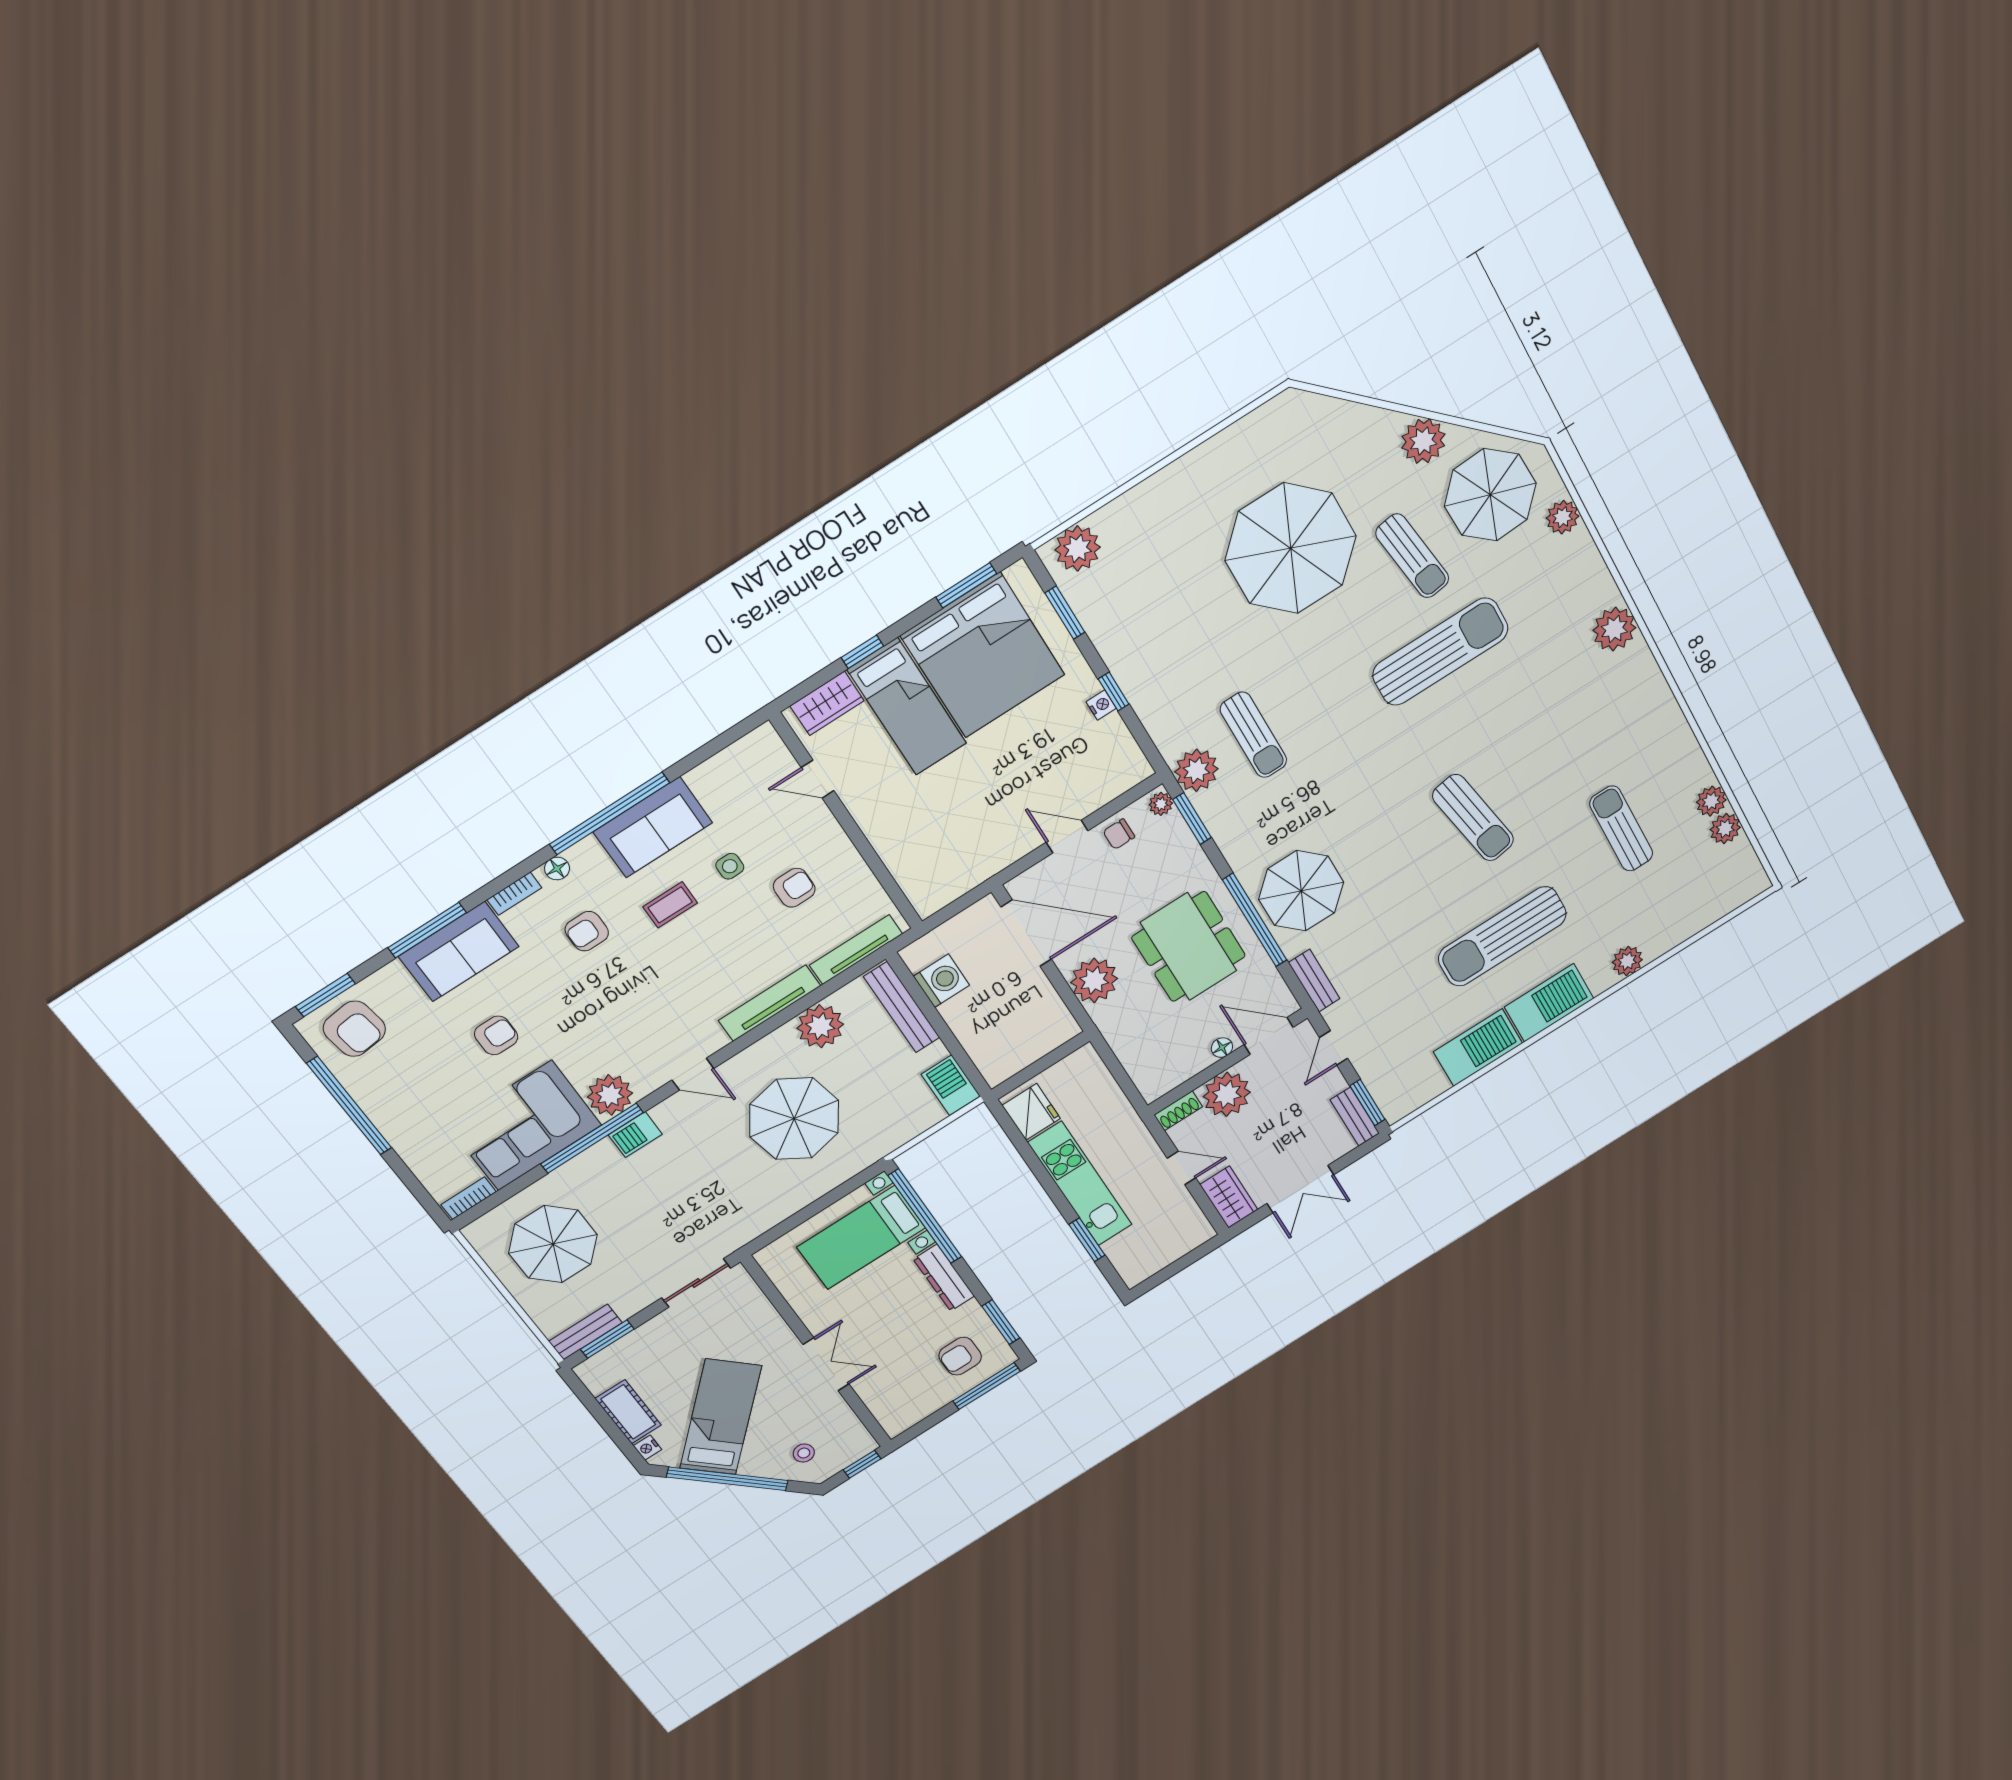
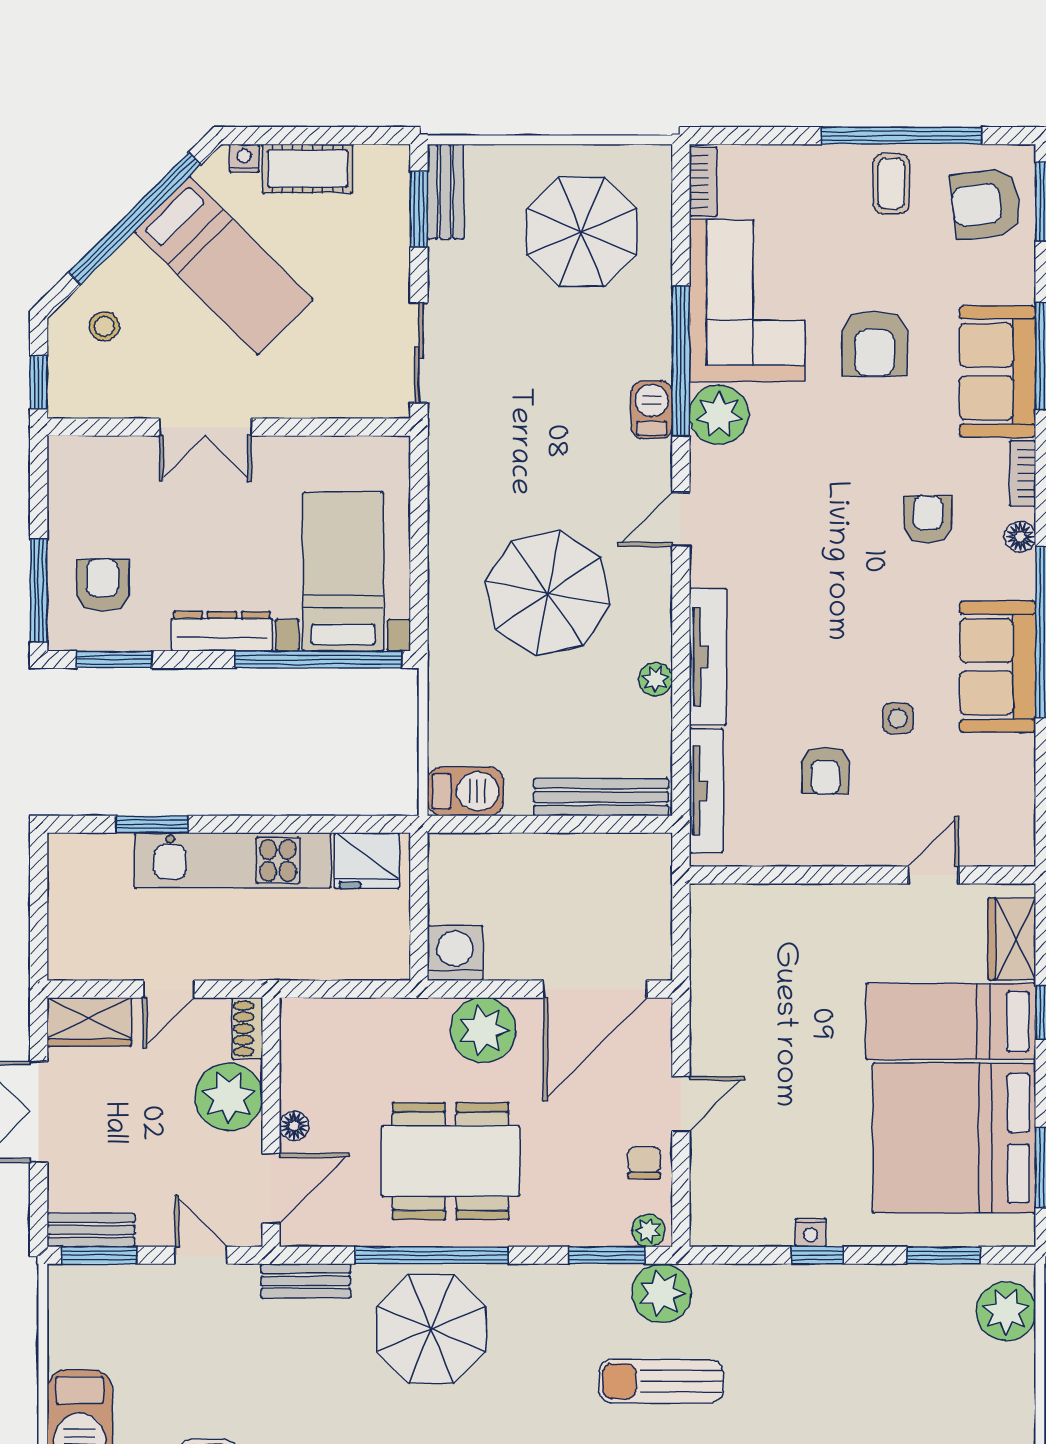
coffee table: (670, 905) -> (891, 184), moved
washing machine: (941, 981) -> (455, 953), moved, turned 180
plant: (820, 1026) -> (656, 679), width x0.53, depth x0.53
armchair: (496, 1035) -> (875, 344), width x1.38, depth x1.38

